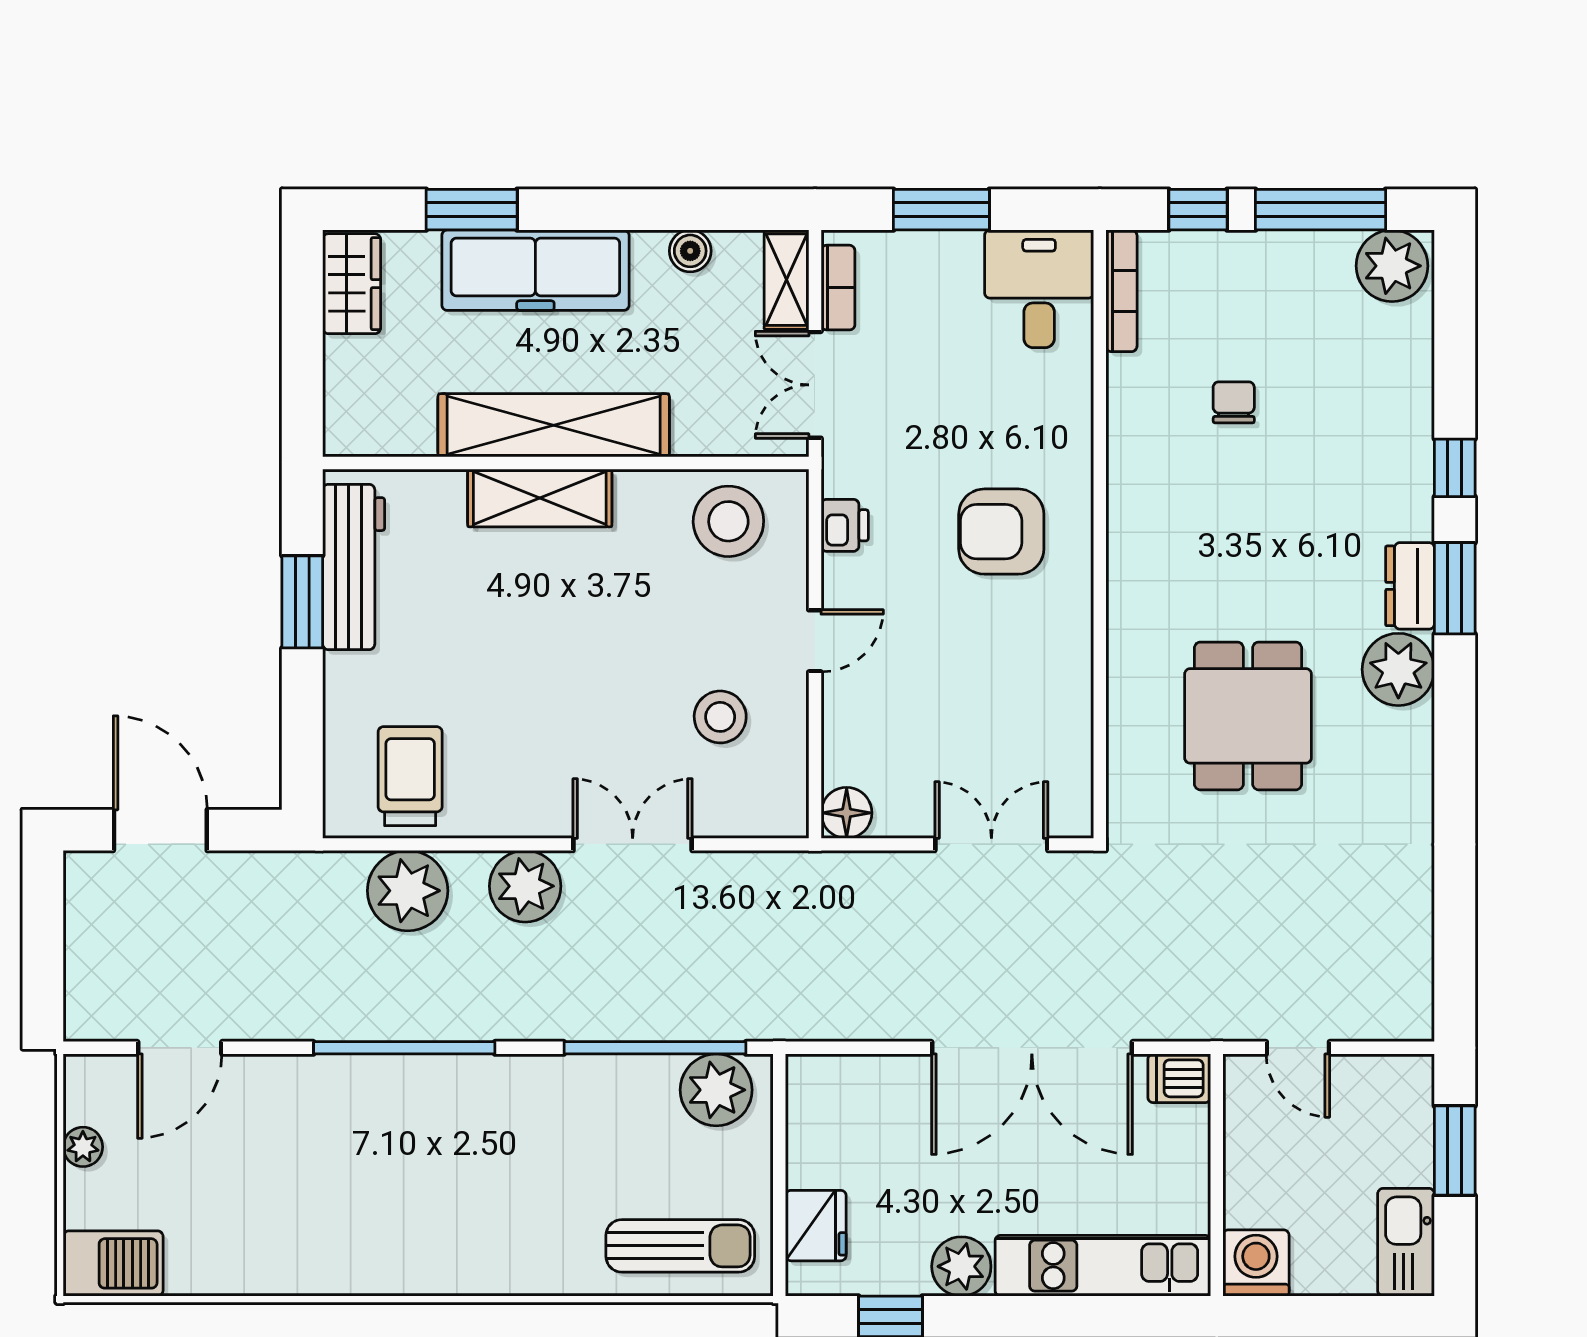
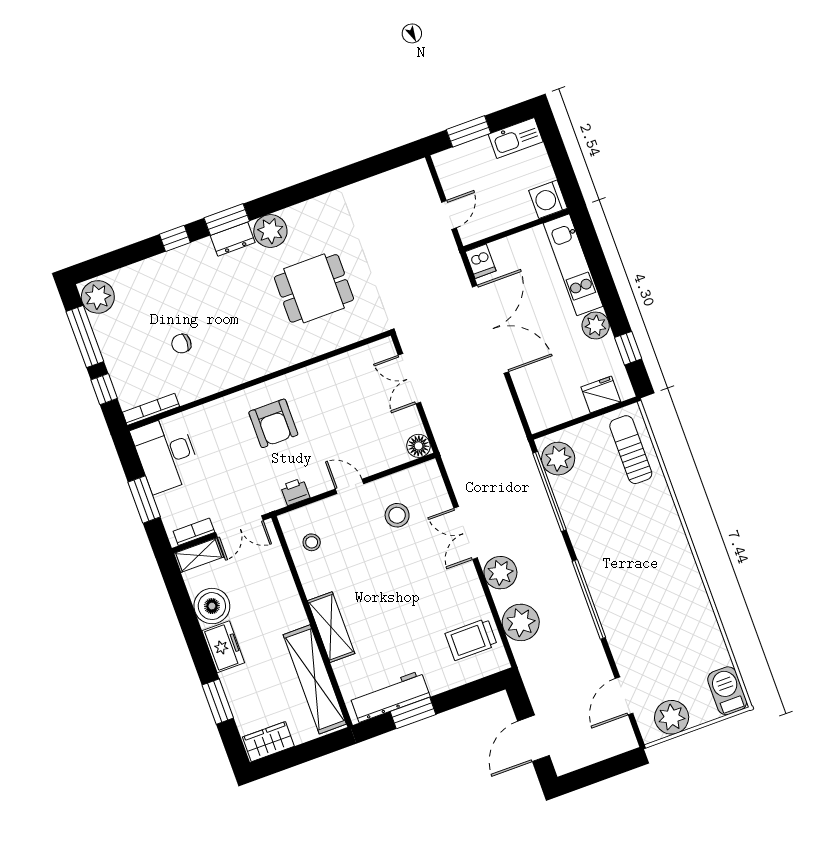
boiler: (690, 251) -> (212, 606), width x1.86, depth x1.86
freezer: (535, 270) -> (223, 647), width x0.52, depth x0.79
desk: (1039, 289) -> (166, 454), width x1.37
shelving: (554, 425) -> (315, 679), moved
stool: (728, 521) -> (312, 542), width x0.53, depth x0.53
door: (180, 1048) -> (624, 696), swing flipped
plant: (83, 1147) -> (672, 717), width x1.88, depth x1.88

